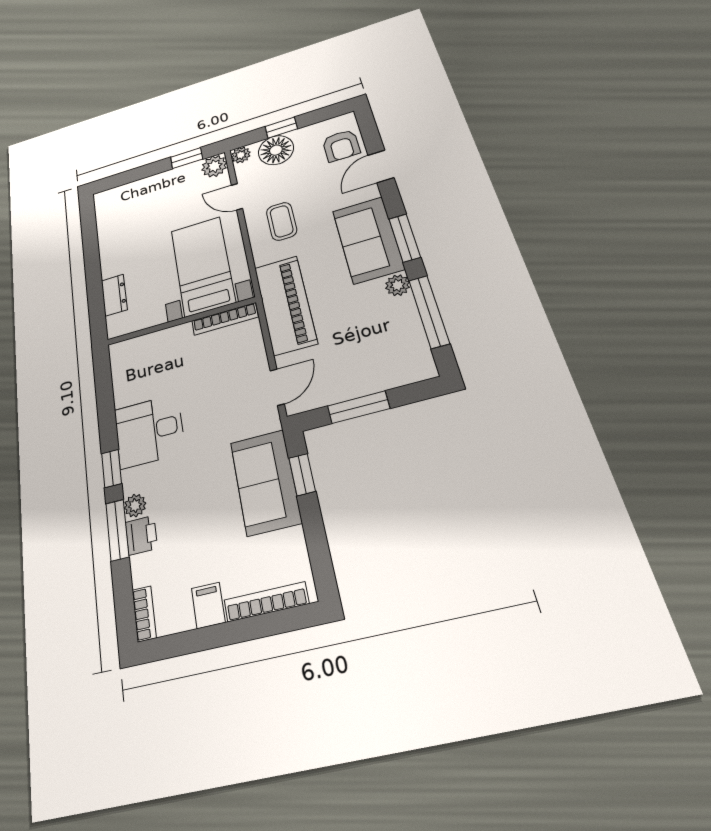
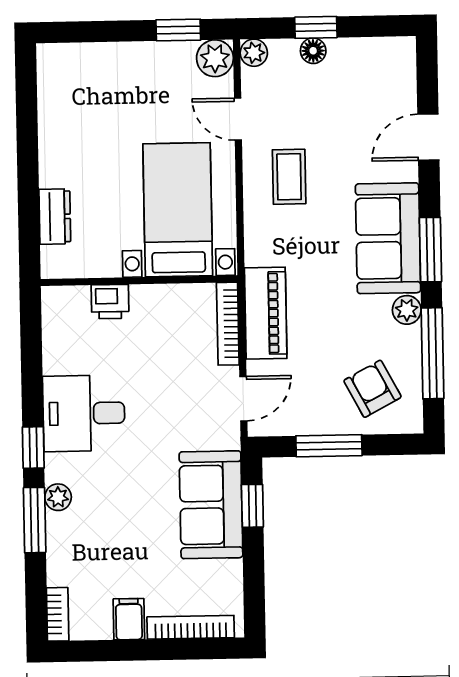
armchair: (341, 146) -> (372, 389), moved, turned 152
floor lamp: (276, 150) -> (313, 51), width x0.53, depth x0.53
piano: (285, 305) -> (266, 313), width x0.73, depth x0.75
bookcase: (225, 319) -> (228, 324), moved, turned 90
printer: (141, 535) -> (110, 302), moved, turned 90

